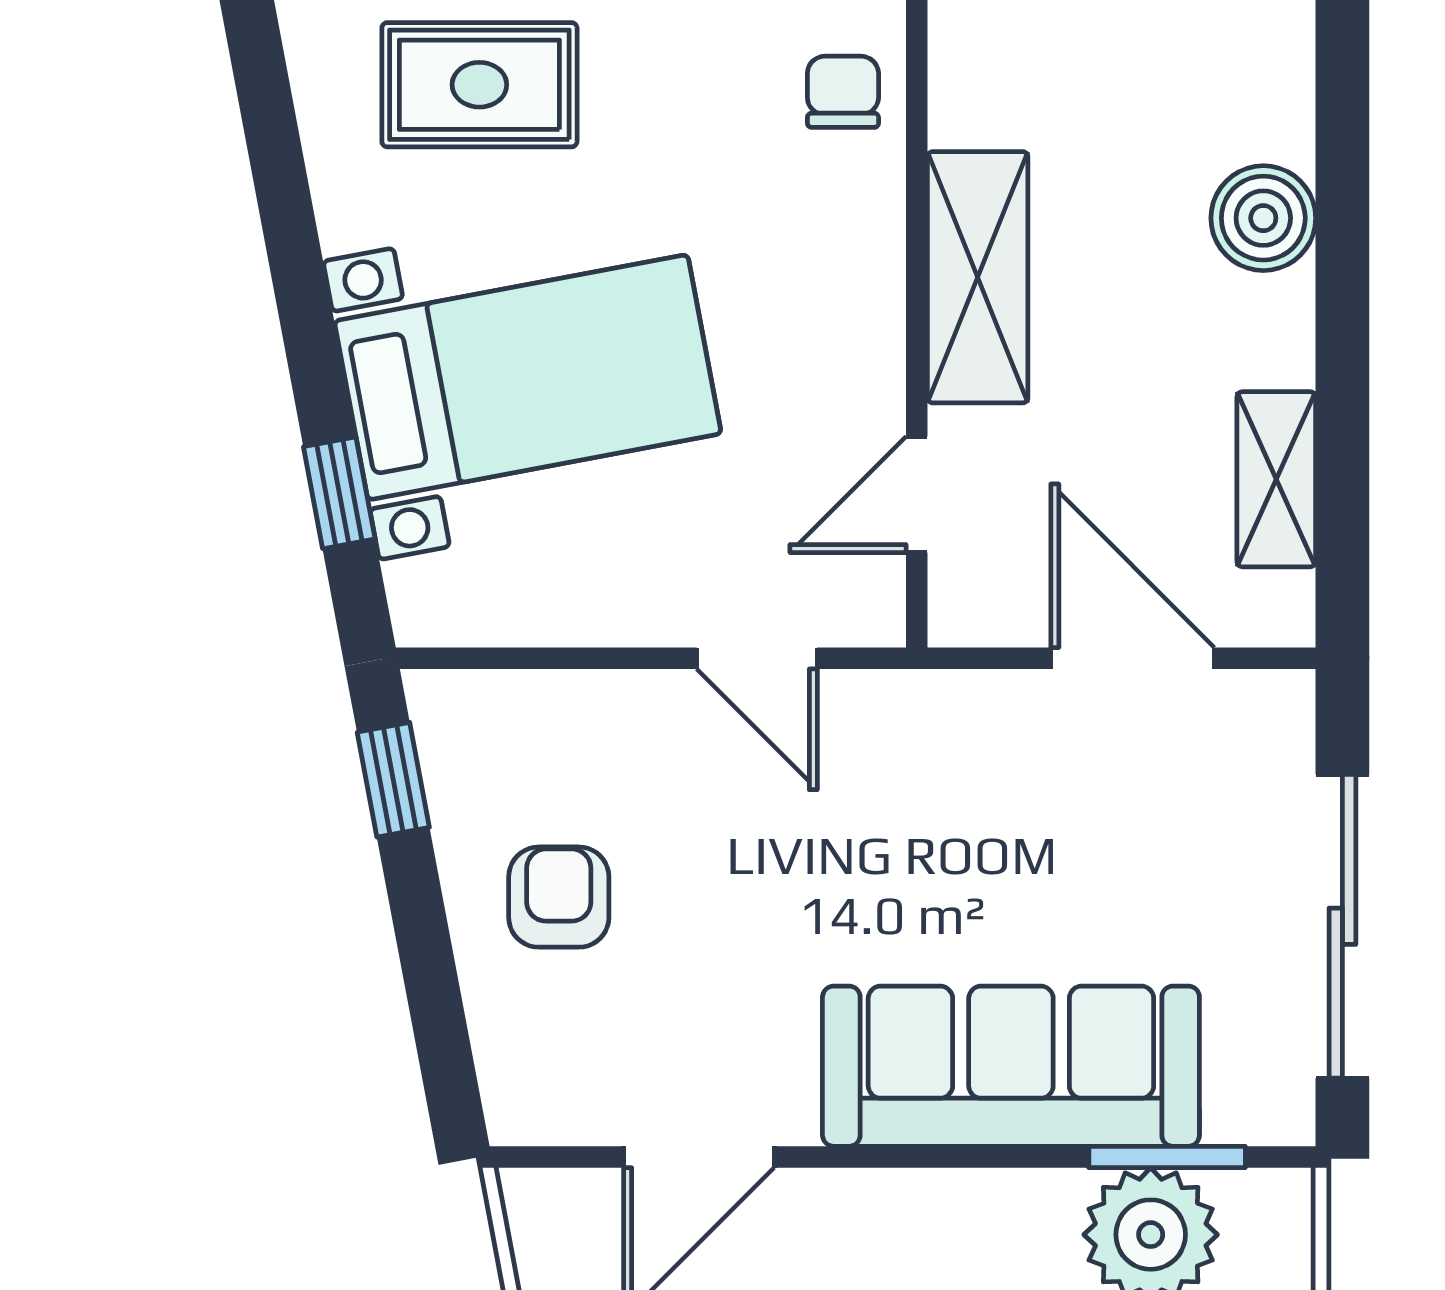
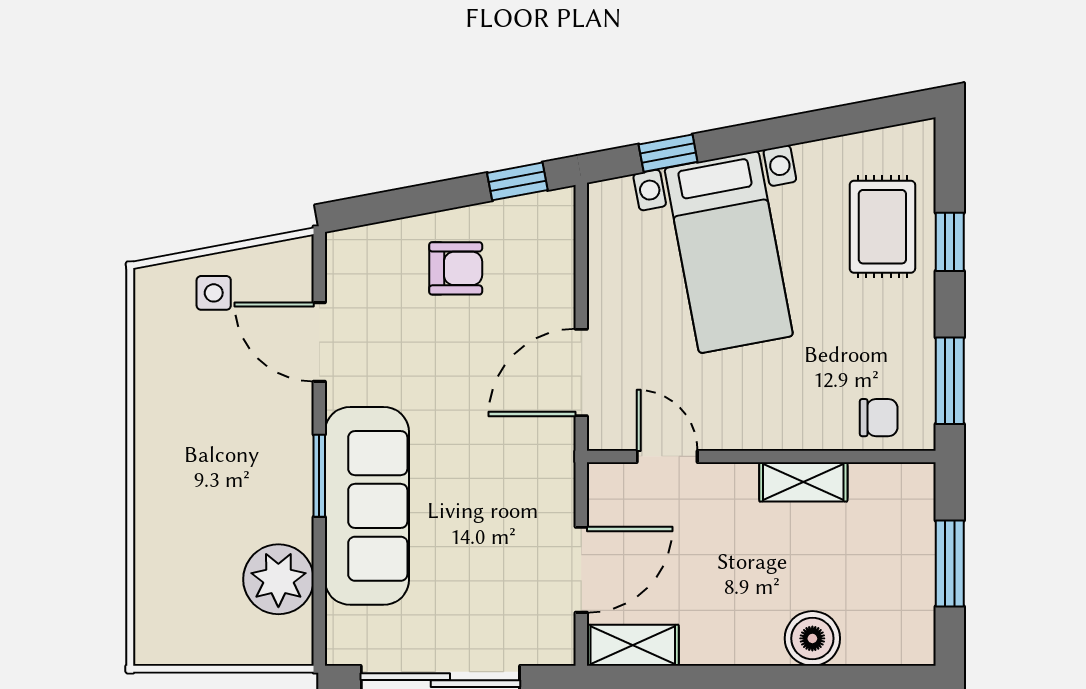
shelving: (978, 277) -> (803, 482), width x0.67, depth x0.75
shelving: (1276, 479) -> (633, 645), moved
door: (757, 658) -> (581, 372), width x1.38
window: (1167, 1157) -> (319, 476), moved

